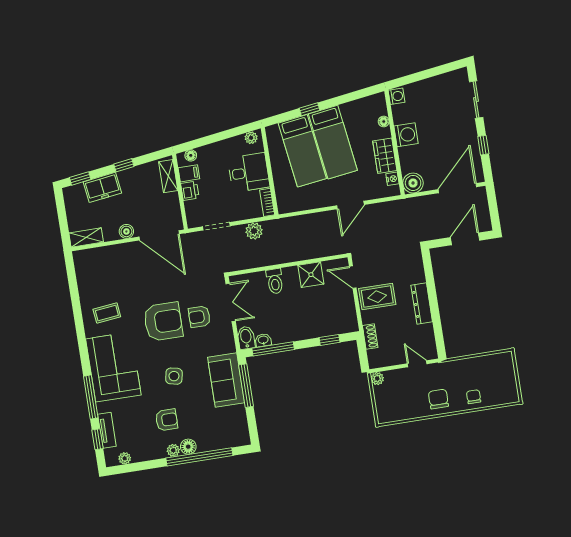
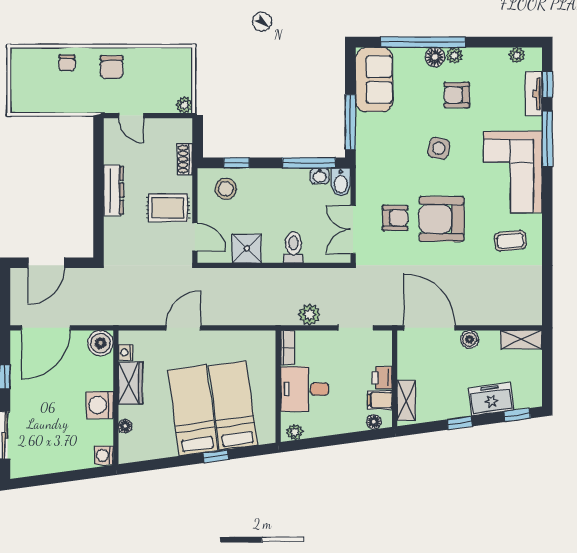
stool: (335, 318) -> (226, 189), added
sofa: (226, 380) -> (374, 80), moved

